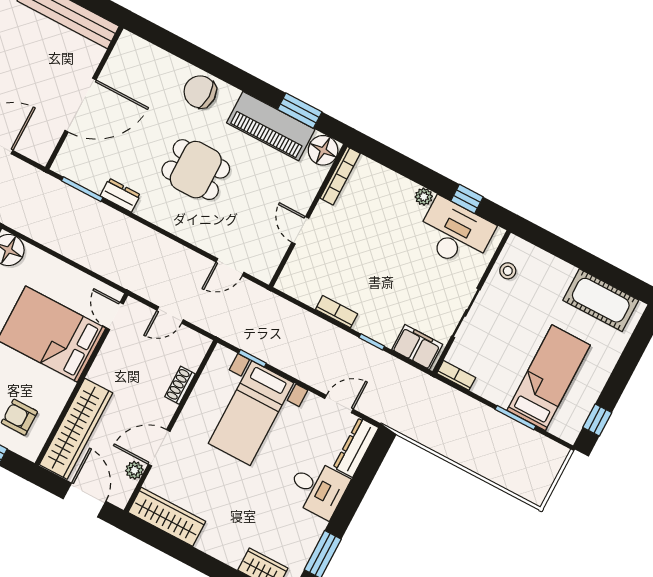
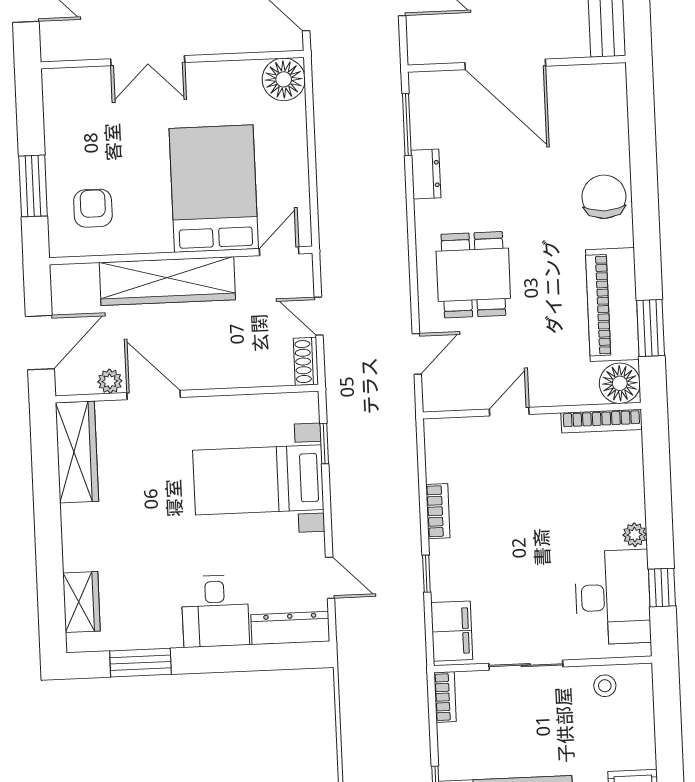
dining table: (196, 170) -> (473, 275), moved
door: (230, 267) -> (417, 354), swing flipped
shoe rack: (180, 385) -> (306, 361), moved, turned -90
wardrobe: (76, 429) -> (167, 281), moved

